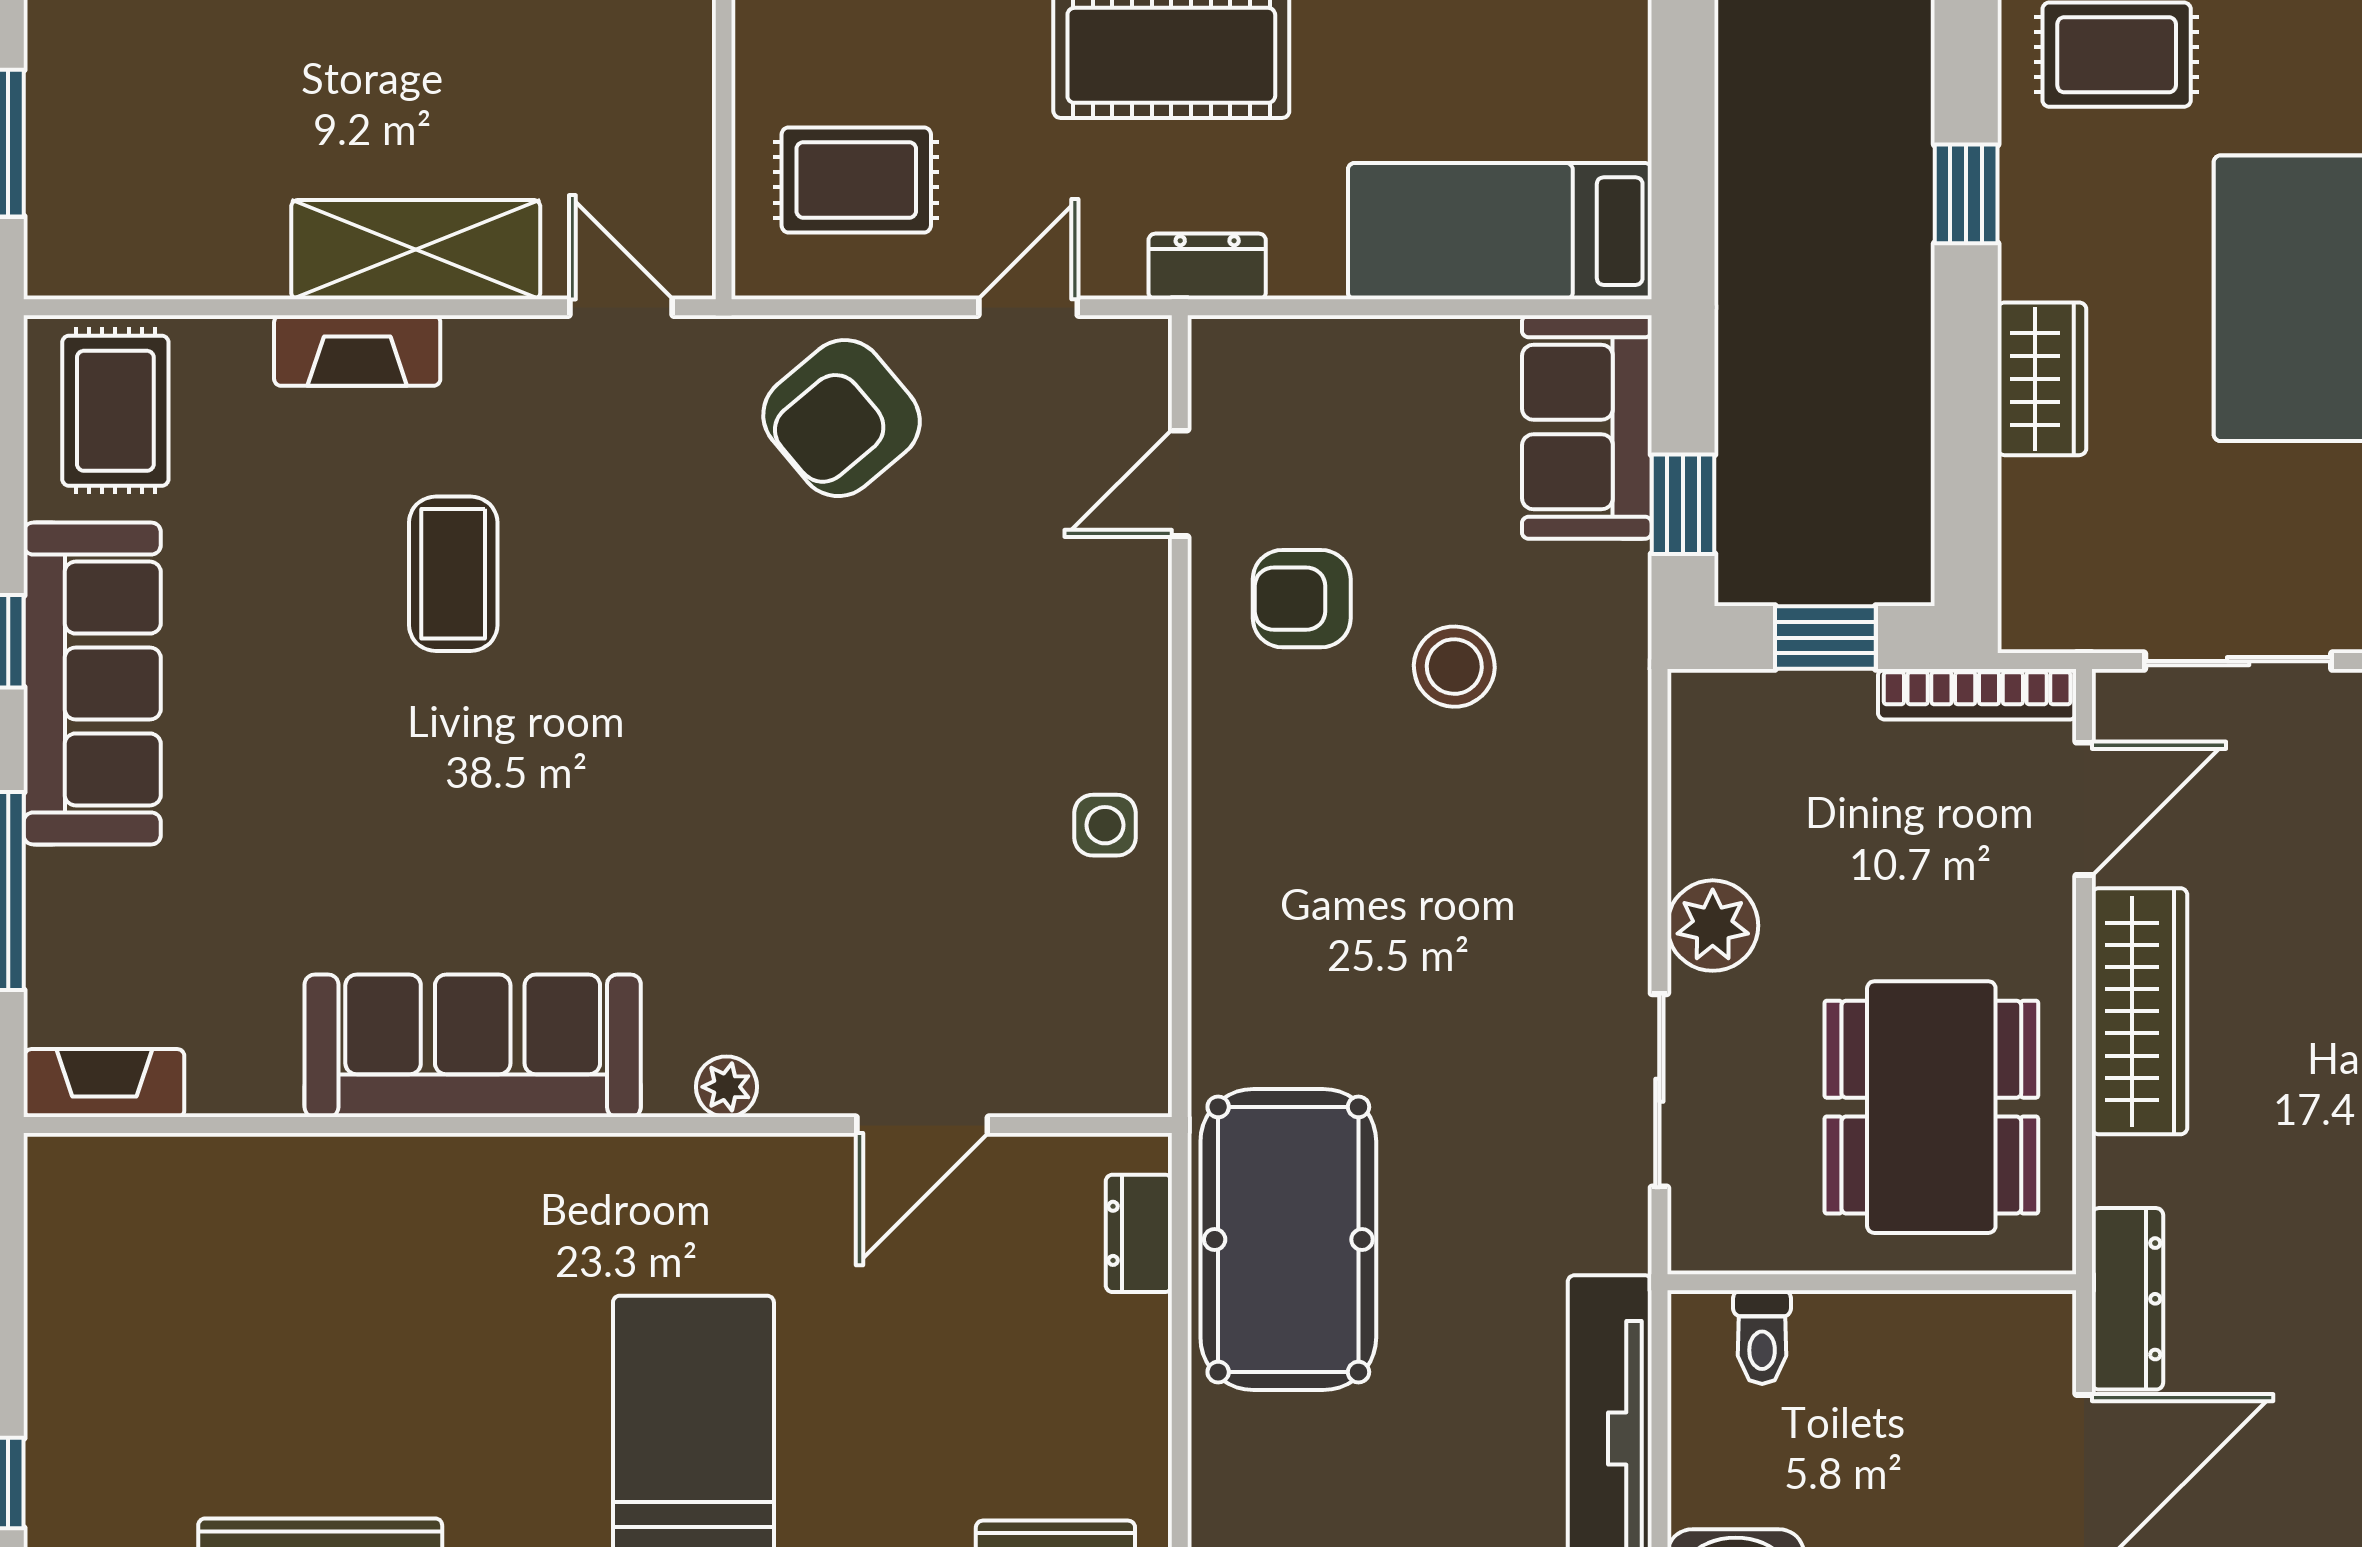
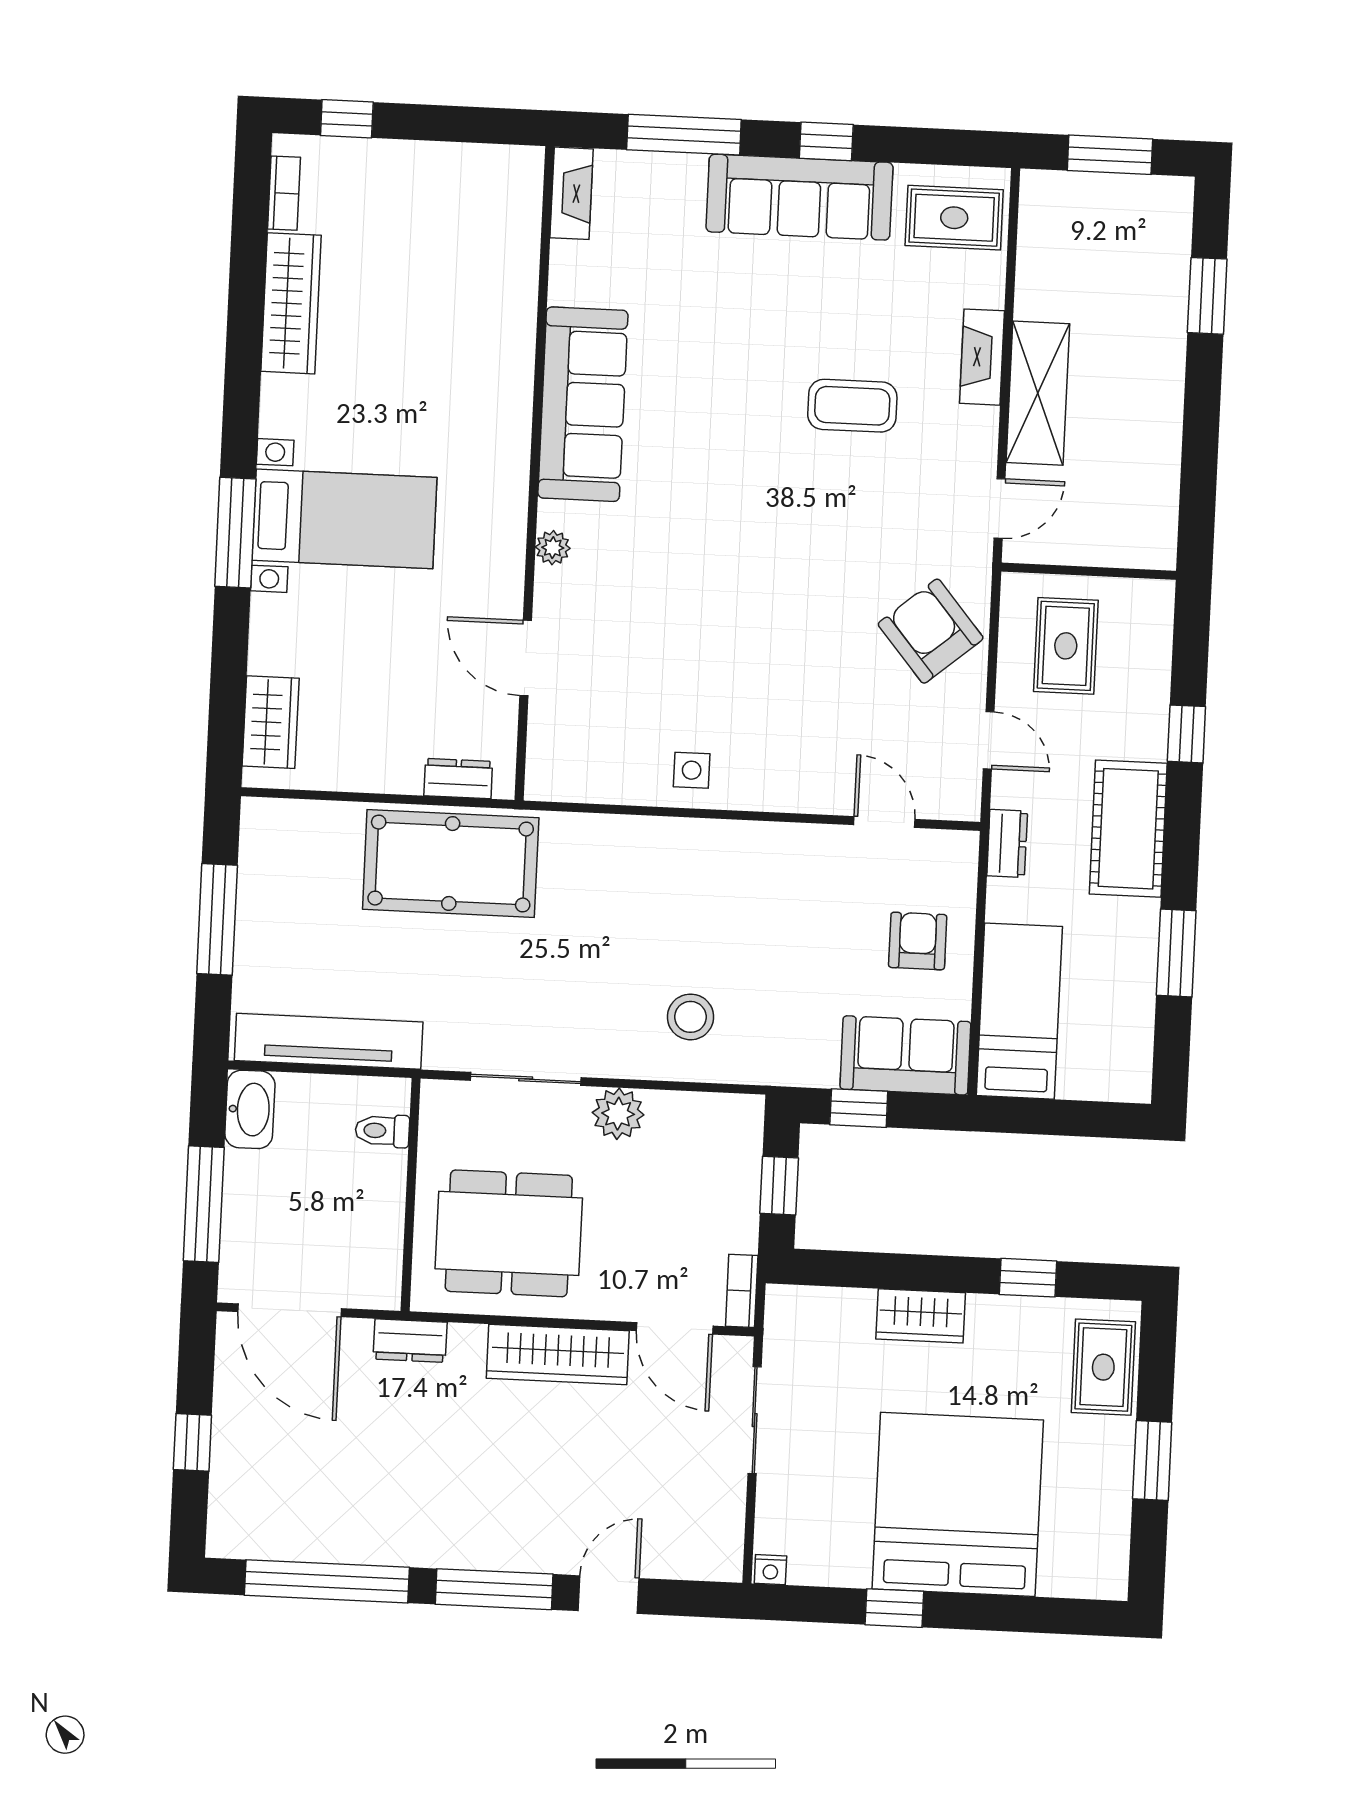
armchair: (1302, 599) -> (918, 941), moved
stool: (1454, 667) -> (691, 1017), moved
bookcase: (1977, 694) -> (742, 1291), width x0.64
dresser: (2127, 1299) -> (410, 1341), width x0.70

